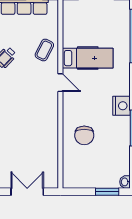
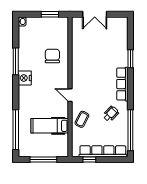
hospital bed: (88, 58) -> (50, 126), moved
window: (107, 192) -> (50, 14), moved

